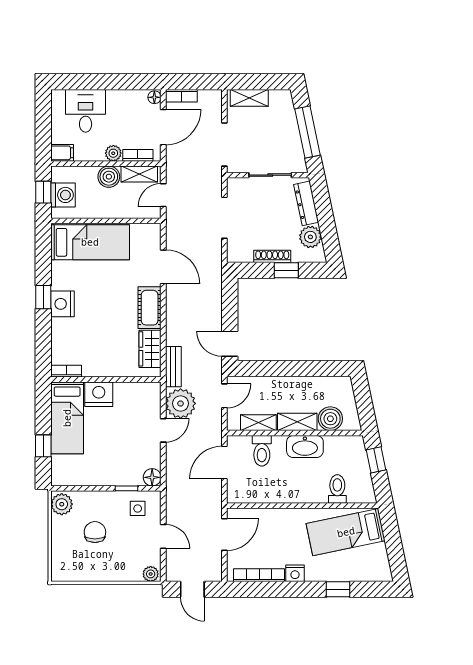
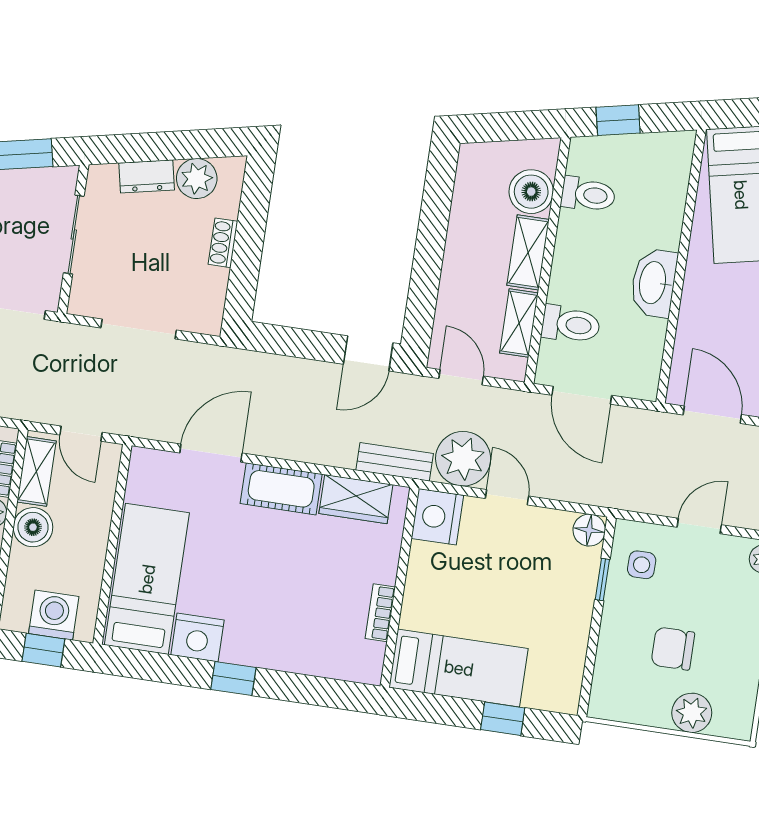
dresser: (306, 203) -> (147, 176), width x0.70
shoe rack: (272, 256) -> (223, 243), width x0.70
window: (286, 270) -> (250, 231), removed
nightstand: (63, 304) -> (198, 637), moved
bookcase: (66, 371) -> (380, 613), moved
nightstand: (99, 394) -> (437, 517), moved
washbasin: (305, 446) -> (654, 283), moved, turned 180
toilet: (337, 489) -> (588, 194), moved, turned 180
plant: (62, 504) -> (692, 713), moved

